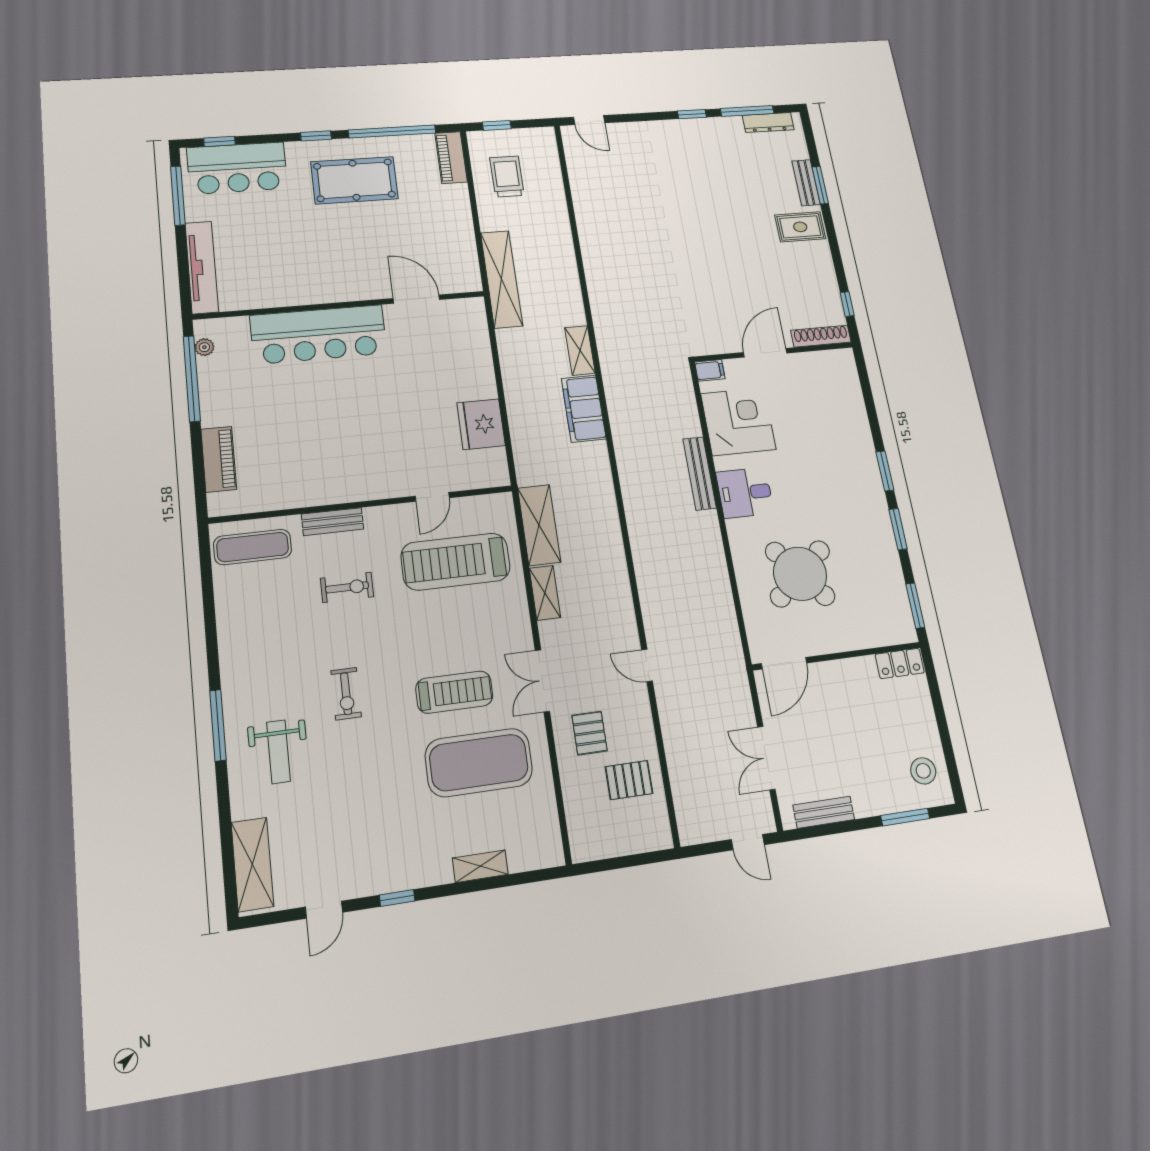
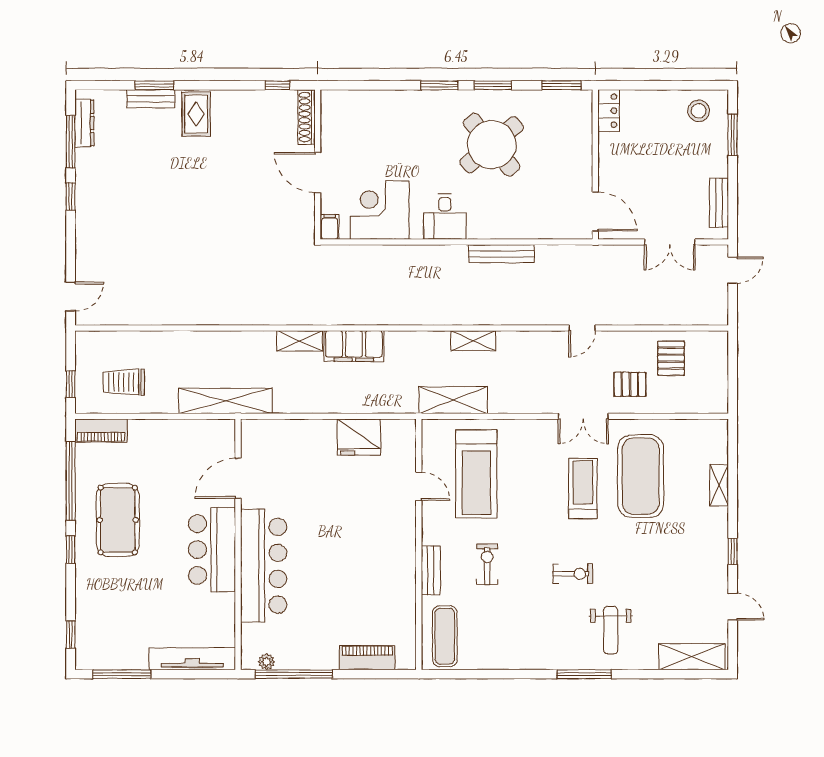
bar counter: (237, 168) -> (212, 550), moved, turned 180
bench: (700, 473) -> (502, 254), moved
round table: (800, 574) -> (492, 145), moved
shelving: (545, 593) -> (473, 341), moved
weight bench: (278, 752) -> (611, 630), turned 90

